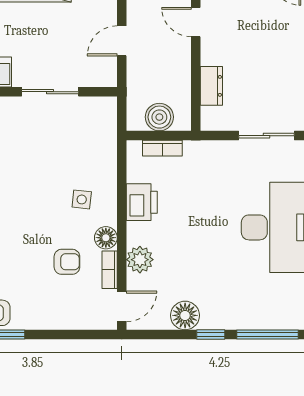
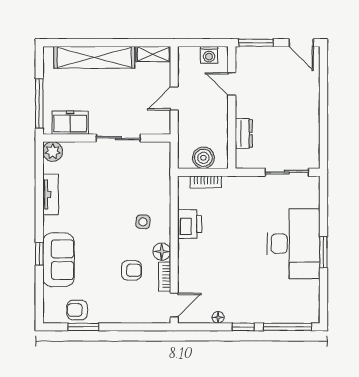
plant: (140, 260) -> (188, 269), removed
floor lamp: (185, 315) -> (218, 317), width x0.53, depth x0.53

